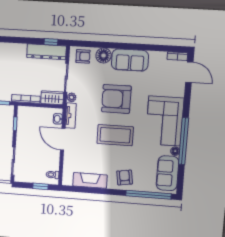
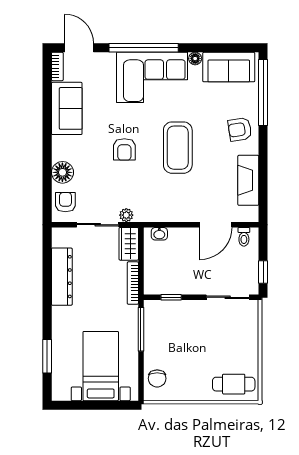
window: (51, 42) -> (47, 250), removed
dresser: (46, 52) -> (62, 277), moved
sofa: (130, 60) -> (67, 108), moved
door: (189, 72) -> (79, 48), hinge flipped
armchair: (116, 99) -> (124, 149), width x0.53, depth x0.53
tv unit: (71, 116) -> (153, 215), removed
door: (63, 139) -> (216, 225), moved
window: (184, 141) -> (144, 48), moved
window: (40, 186) -> (263, 272), moved

